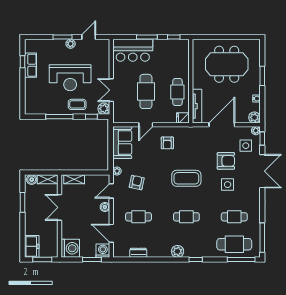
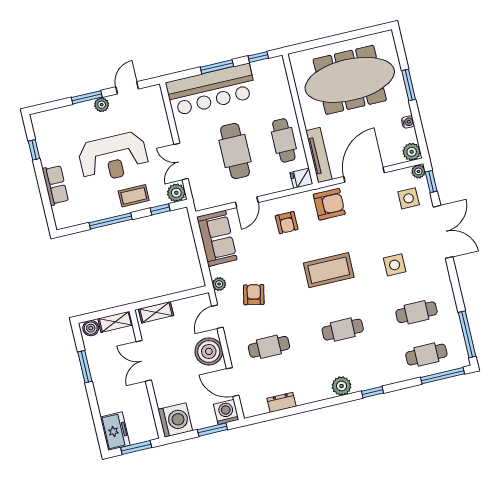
bar counter: (133, 50) -> (211, 90), width x1.36
meeting table: (227, 64) -> (350, 80), width x1.36
row of seats: (30, 65) -> (55, 185), moved
armchair: (226, 161) -> (329, 204), moved
boiler: (105, 207) -> (209, 351), width x1.86, depth x1.86
cafe table: (234, 244) -> (426, 355), width x0.73, depth x0.74

